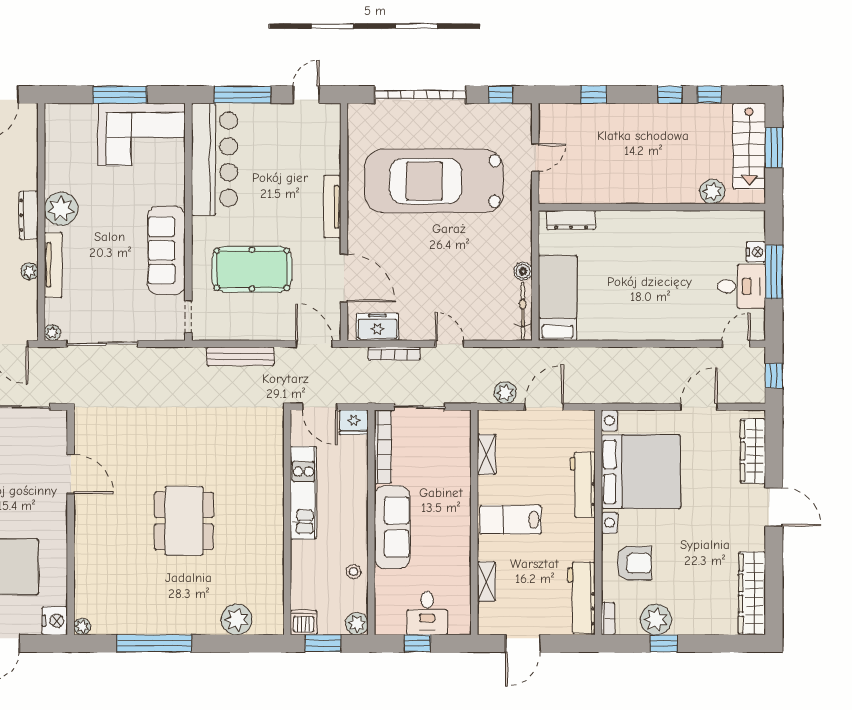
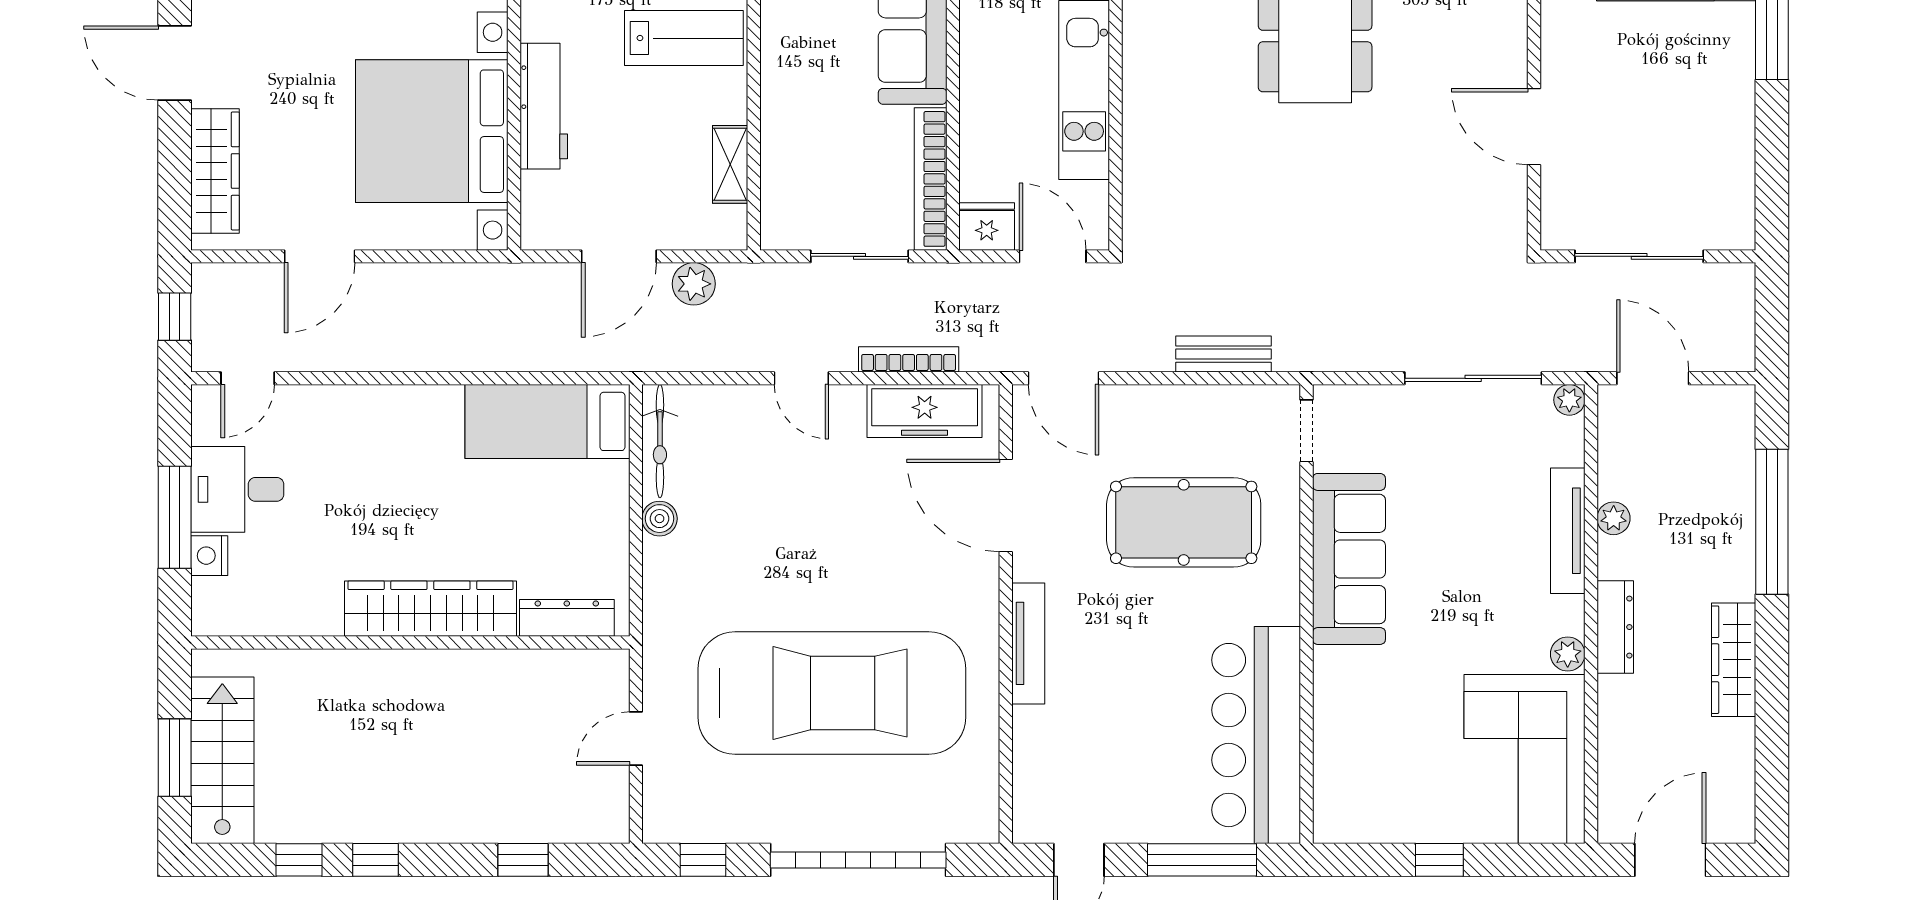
window: (120, 95) -> (1439, 860), width x0.46
corner sofa: (141, 134) -> (1524, 759), moved, turned -90
plant: (712, 192) -> (294, 672), removed
plant: (61, 209) -> (1568, 654), width x0.53, depth x0.53
wardrobe: (642, 225) -> (430, 609), added
bed: (558, 298) -> (547, 421), moved, turned 90
freezer: (377, 327) -> (925, 411), width x1.40
bench: (240, 356) -> (1223, 354), width x0.73

